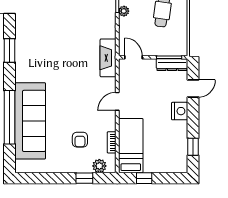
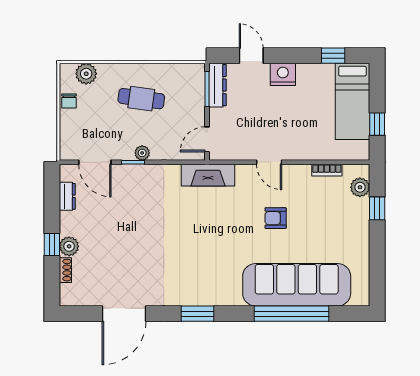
armchair: (80, 140) -> (276, 218), moved, turned 180
bed: (131, 146) -> (352, 101), moved, turned -90

